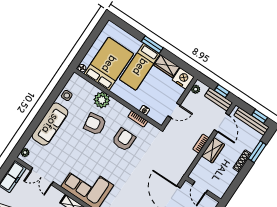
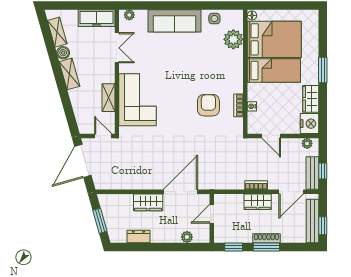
bed: (140, 67) -> (274, 71), moved, turned 180
plant: (102, 100) -> (233, 39), moved
armchair: (95, 124) -> (205, 66), removed
armchair: (124, 140) -> (208, 105), turned -90
window: (257, 152) -> (266, 247), moved
double door: (42, 176) -> (117, 48), swing flipped
window: (233, 188) -> (234, 247), added

